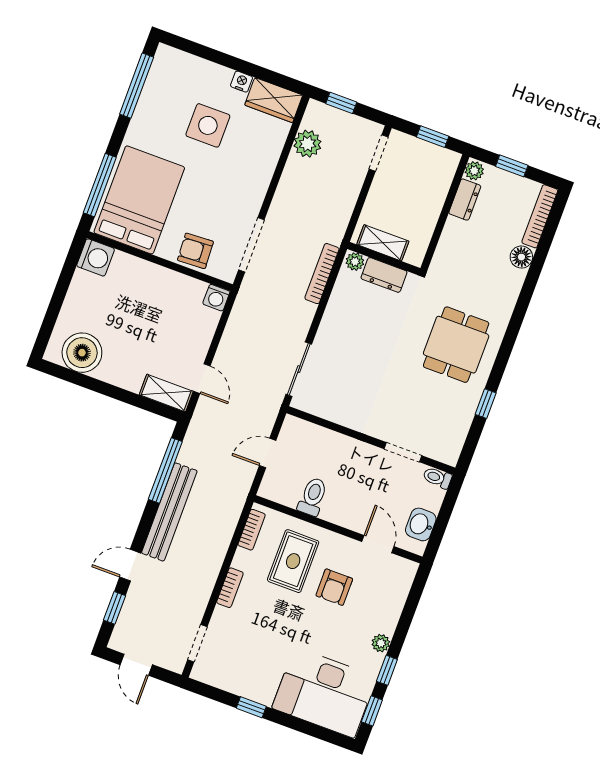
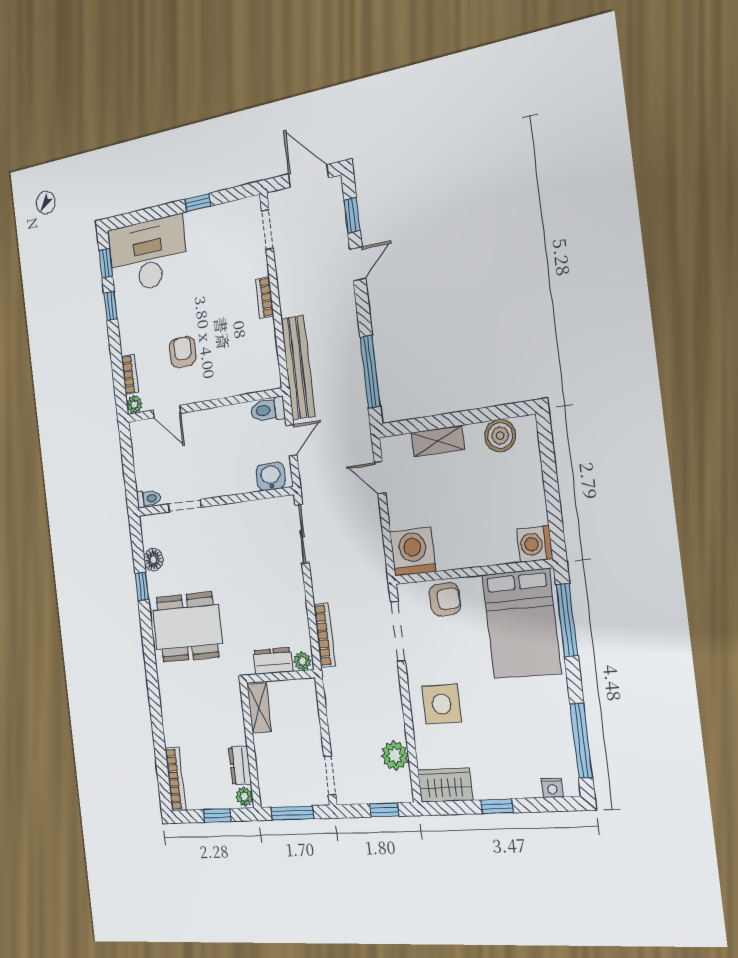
window: (236, 64) -> (497, 806), added
nightstand: (241, 82) -> (552, 788), moved
side table: (208, 125) -> (442, 704), moved
window: (433, 137) -> (292, 813), width x1.50
shelving: (383, 243) -> (259, 708), moved, turned 90
floor lamp: (521, 257) -> (153, 560), moved
washing machine: (216, 298) -> (413, 552), width x1.89, depth x1.89
dining table: (456, 345) -> (187, 627), width x1.38
boiler: (82, 353) -> (500, 436), width x0.73, depth x0.73
shelving: (166, 393) -> (438, 441), moved
toilet: (313, 497) -> (268, 410), moved, turned 90
bench: (169, 512) -> (298, 368), moved
washbasin: (421, 524) -> (271, 476), moved, turned -90
bookcase: (252, 530) -> (130, 374), moved, turned 180
rug: (293, 561) -> (225, 354), removed
plant: (381, 643) -> (134, 404), moved
door: (136, 665) -> (308, 176), width x1.38

